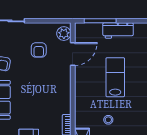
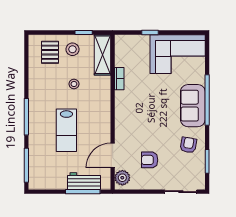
workbench: (118, 30) -> (84, 181), moved
armchair: (39, 50) -> (150, 160), turned -90

